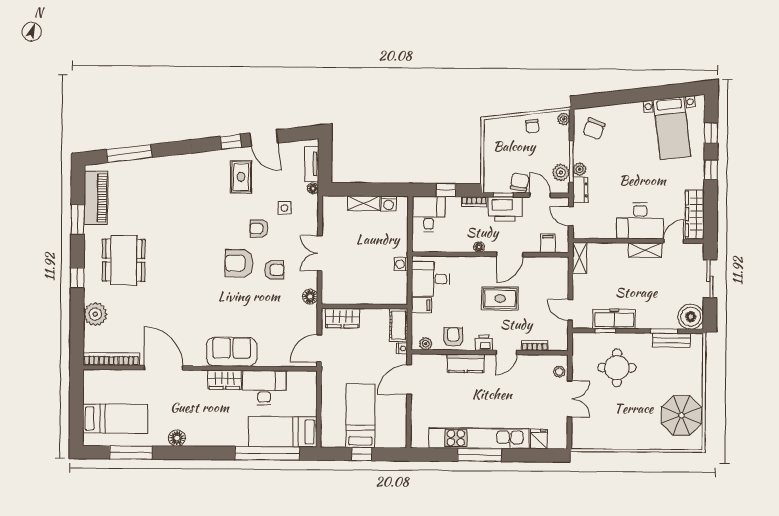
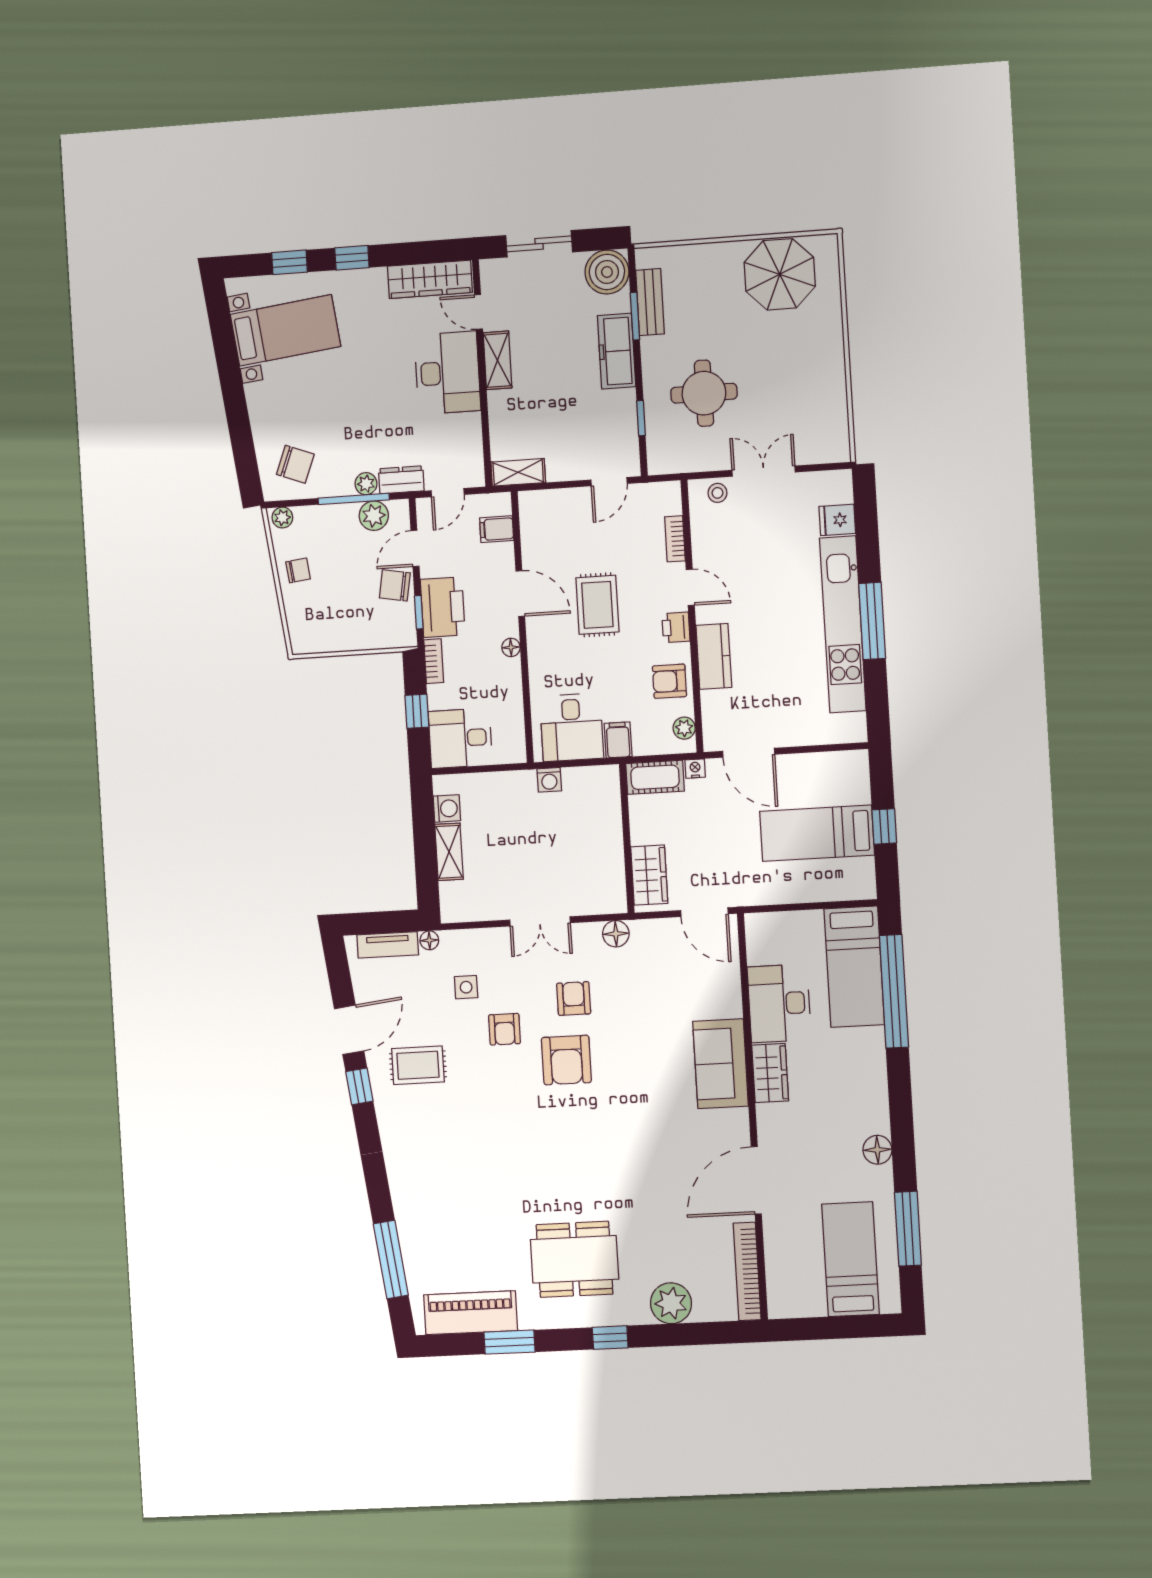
freezer: (614, 319) -> (617, 351), moved

